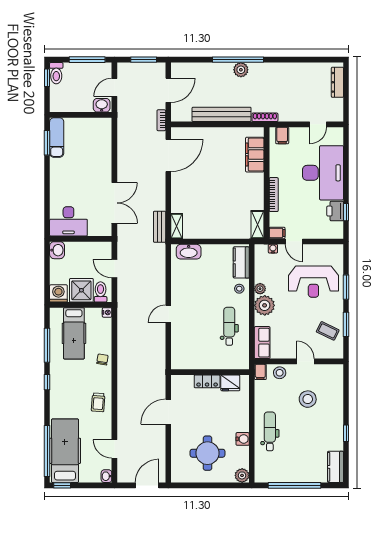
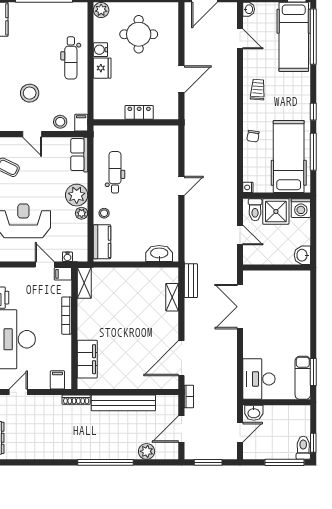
window: (87, 60) -> (285, 462), moved
plant: (241, 70) -> (147, 451), moved
desk: (68, 221) -> (259, 379), moved, turned -90
shelving: (177, 226) -> (172, 297), moved
dental chair: (229, 326) -> (115, 172), turned 180
hospital bed: (74, 333) -> (289, 156), width x1.37, depth x1.29
fridge: (230, 383) -> (102, 68), moved, turned 90

